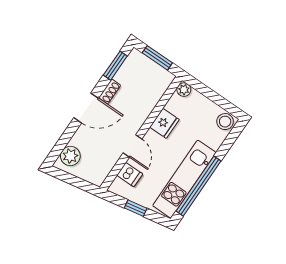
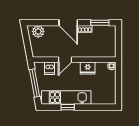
window: (157, 58) -> (118, 41), removed
stool: (225, 122) -> (110, 98), removed
window: (198, 186) -> (68, 107), width x0.32
window: (136, 208) -> (34, 83), width x2.17

